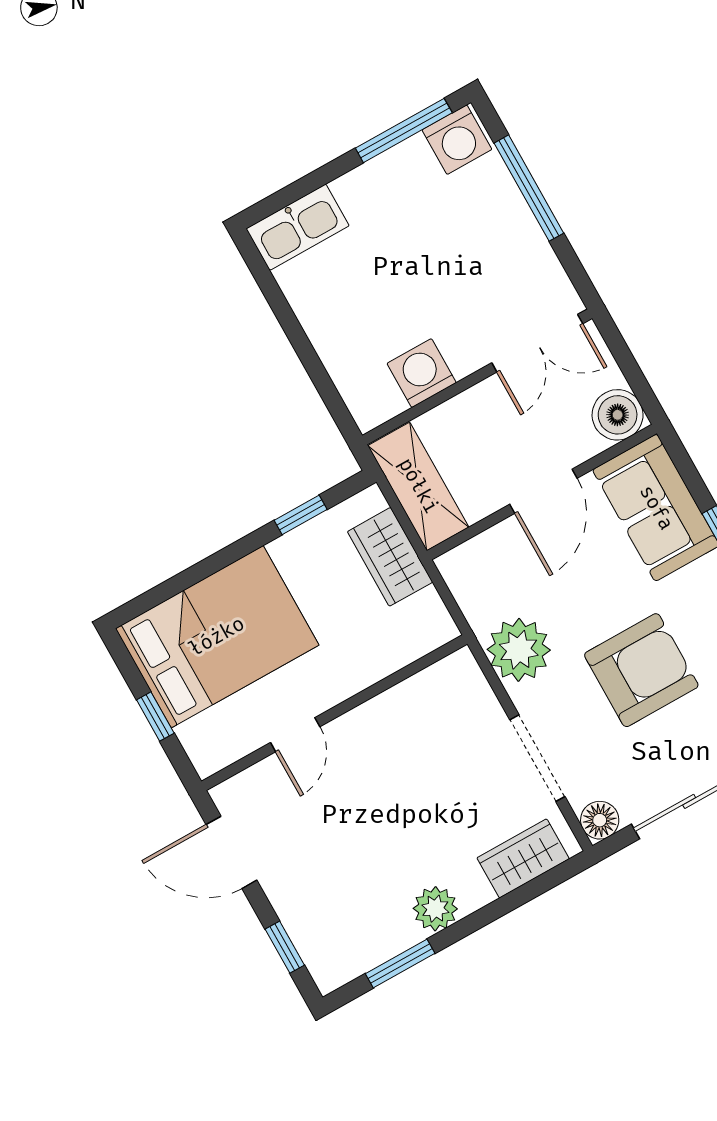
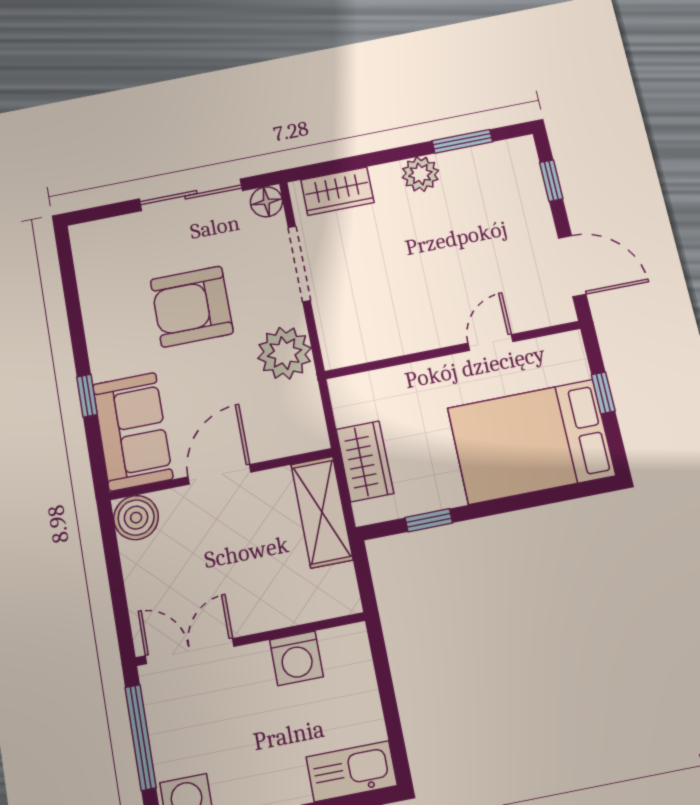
double door: (537, 343) -> (190, 651), moved
washing machine: (422, 373) -> (296, 658), moved
wall: (477, 377) -> (250, 639), moved

